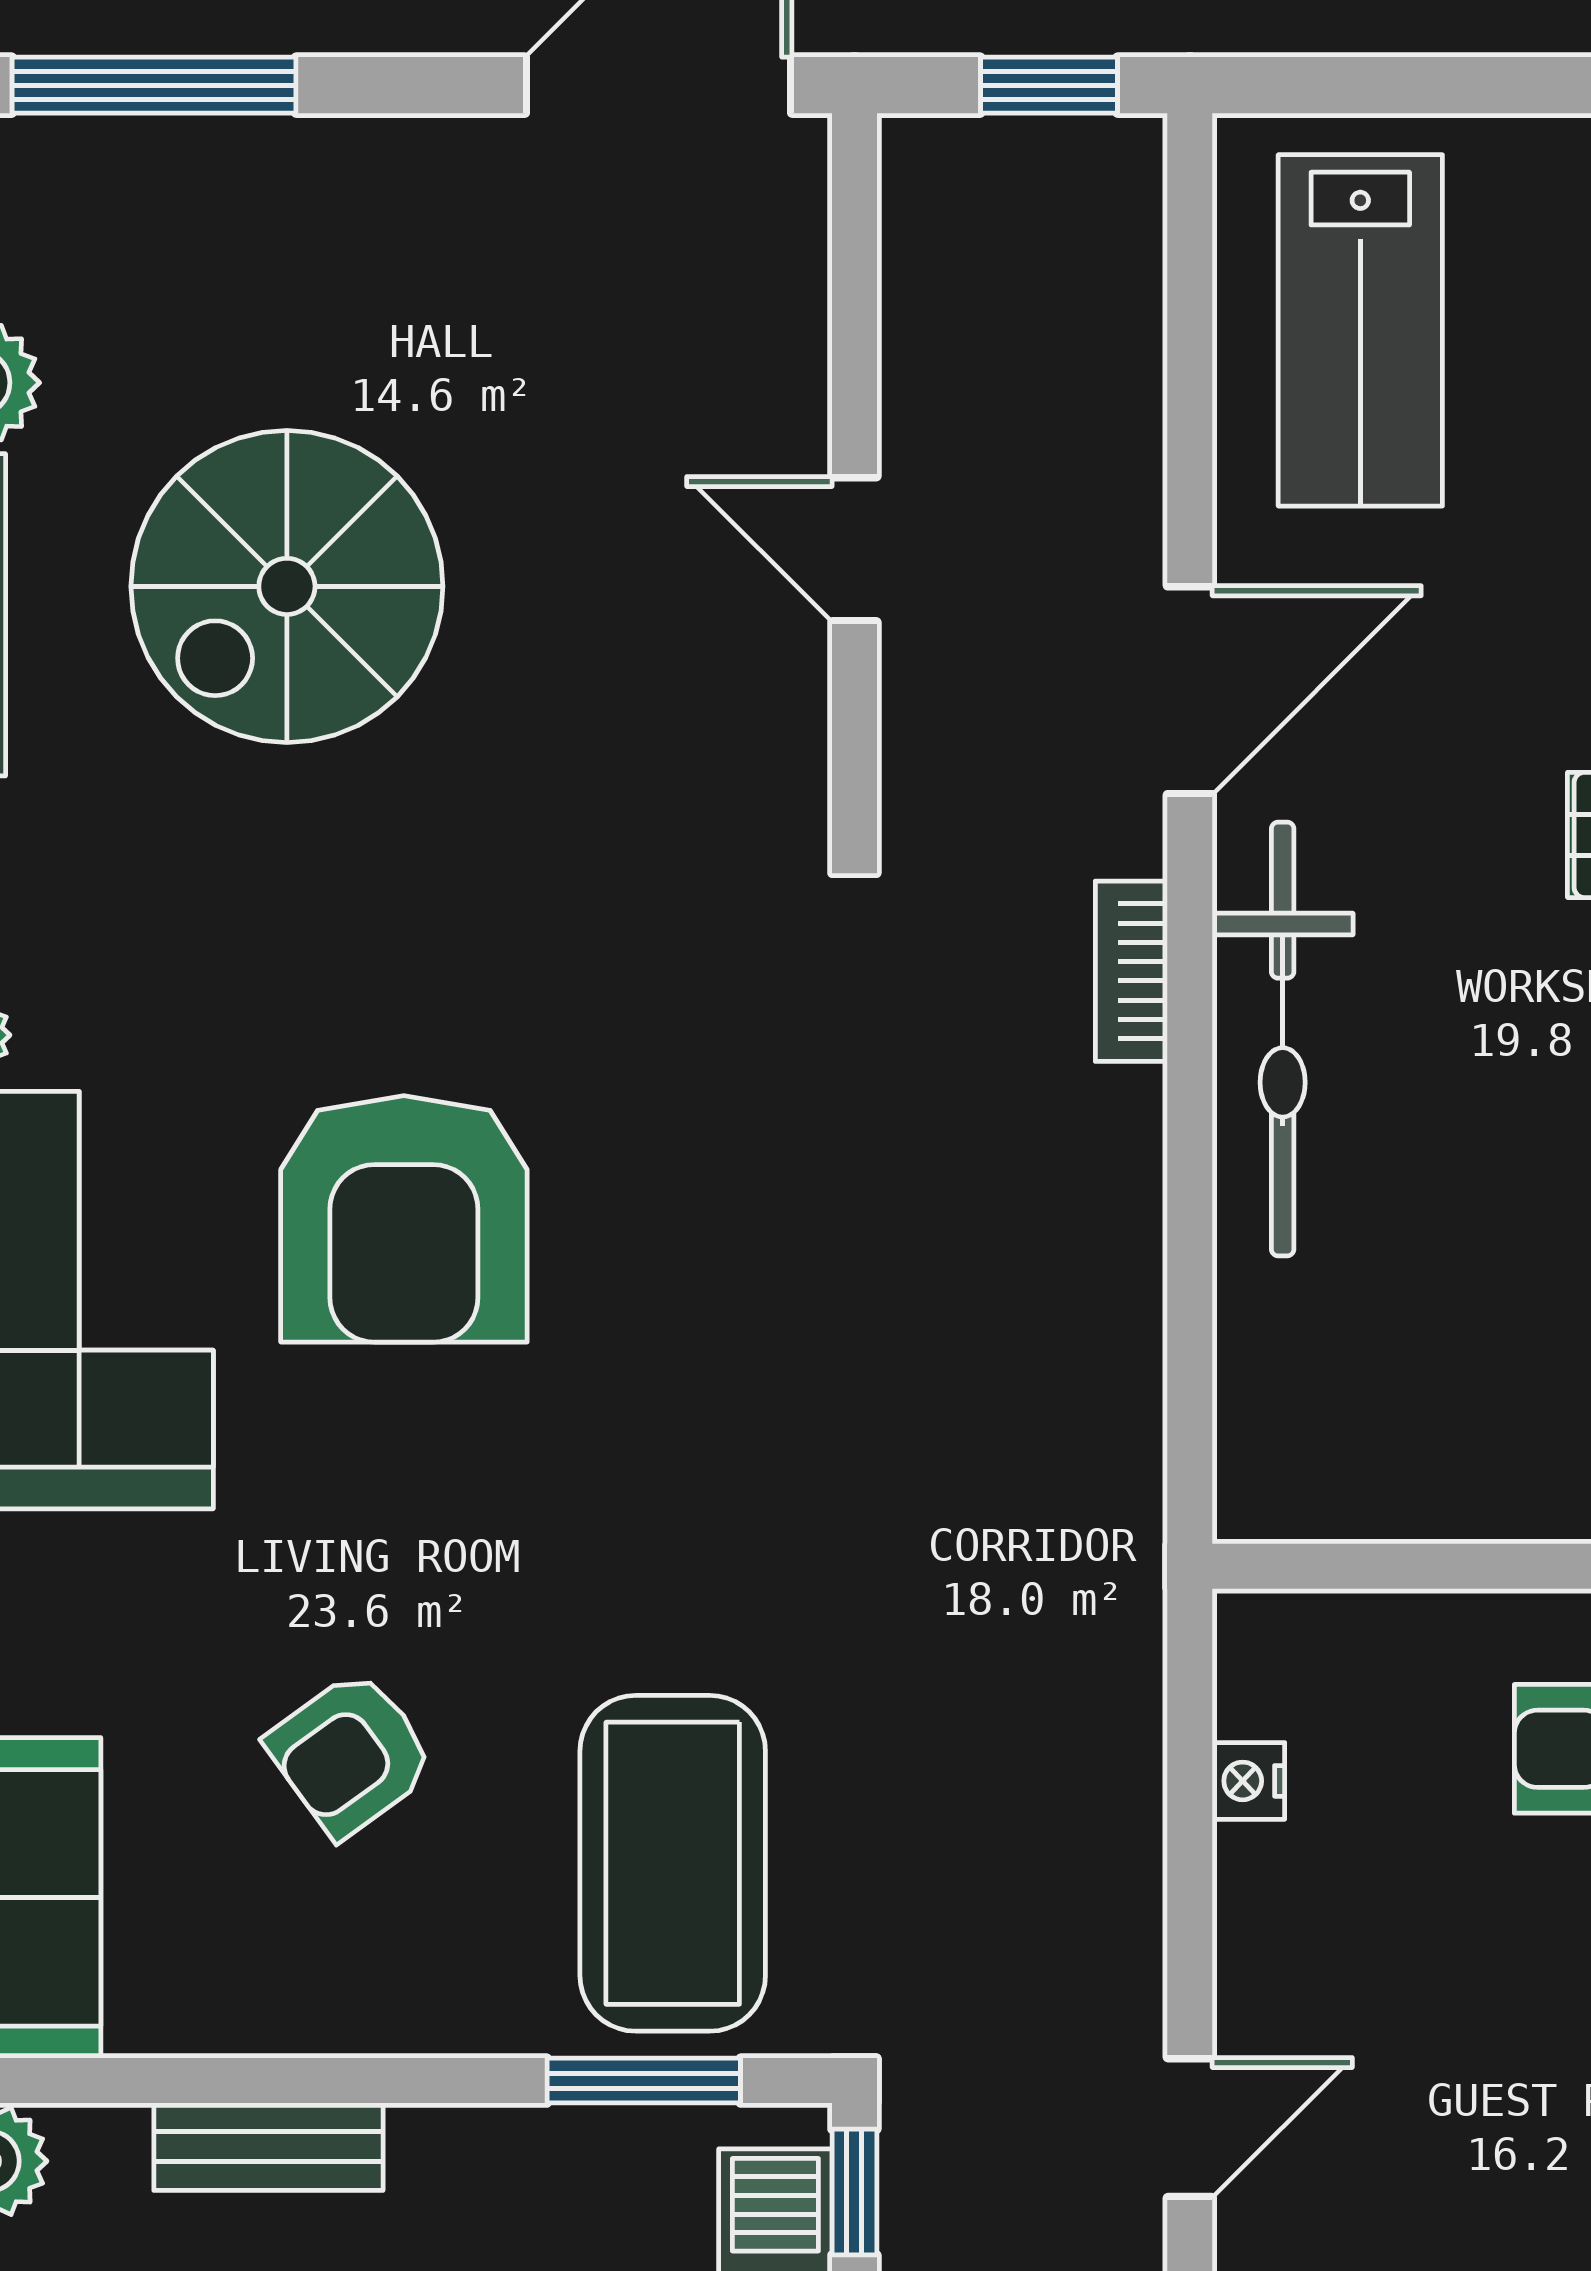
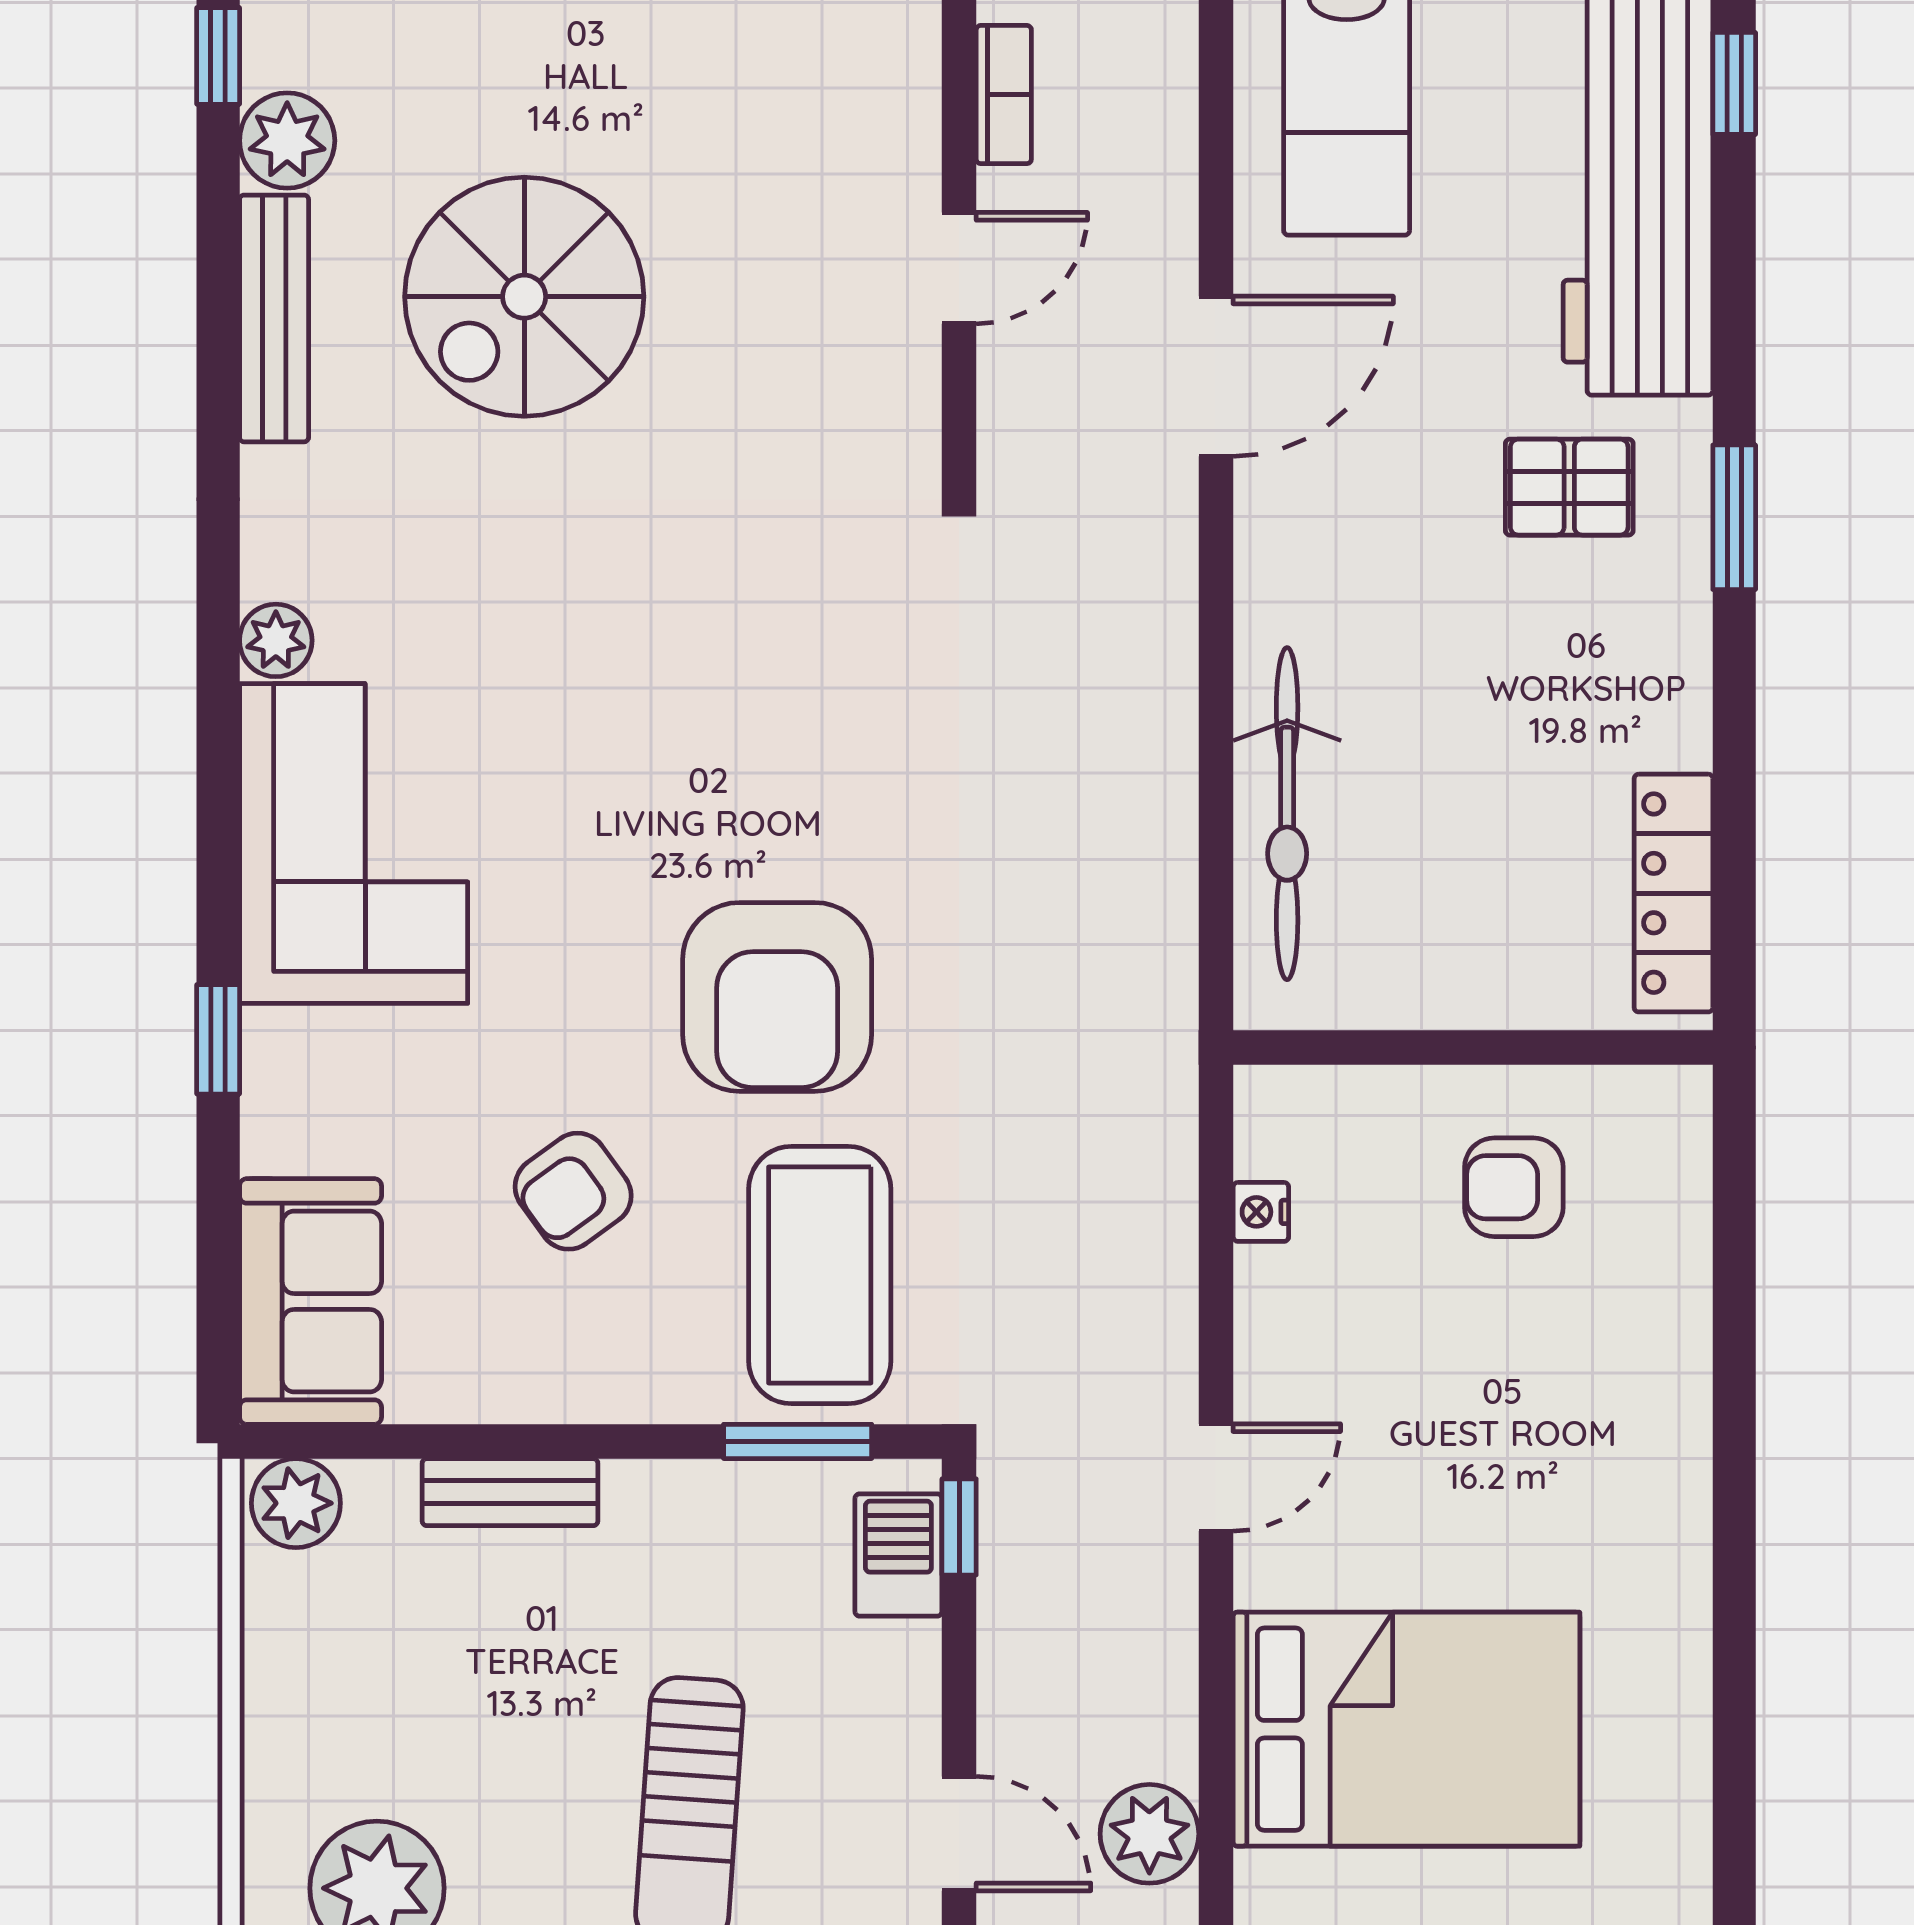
door: (854, 549) -> (959, 268), swing flipped
bookcase: (1131, 971) -> (1004, 95), moved, turned 180
bicycle: (1283, 1039) -> (1287, 814), moved
armchair: (404, 1219) -> (777, 997), moved

